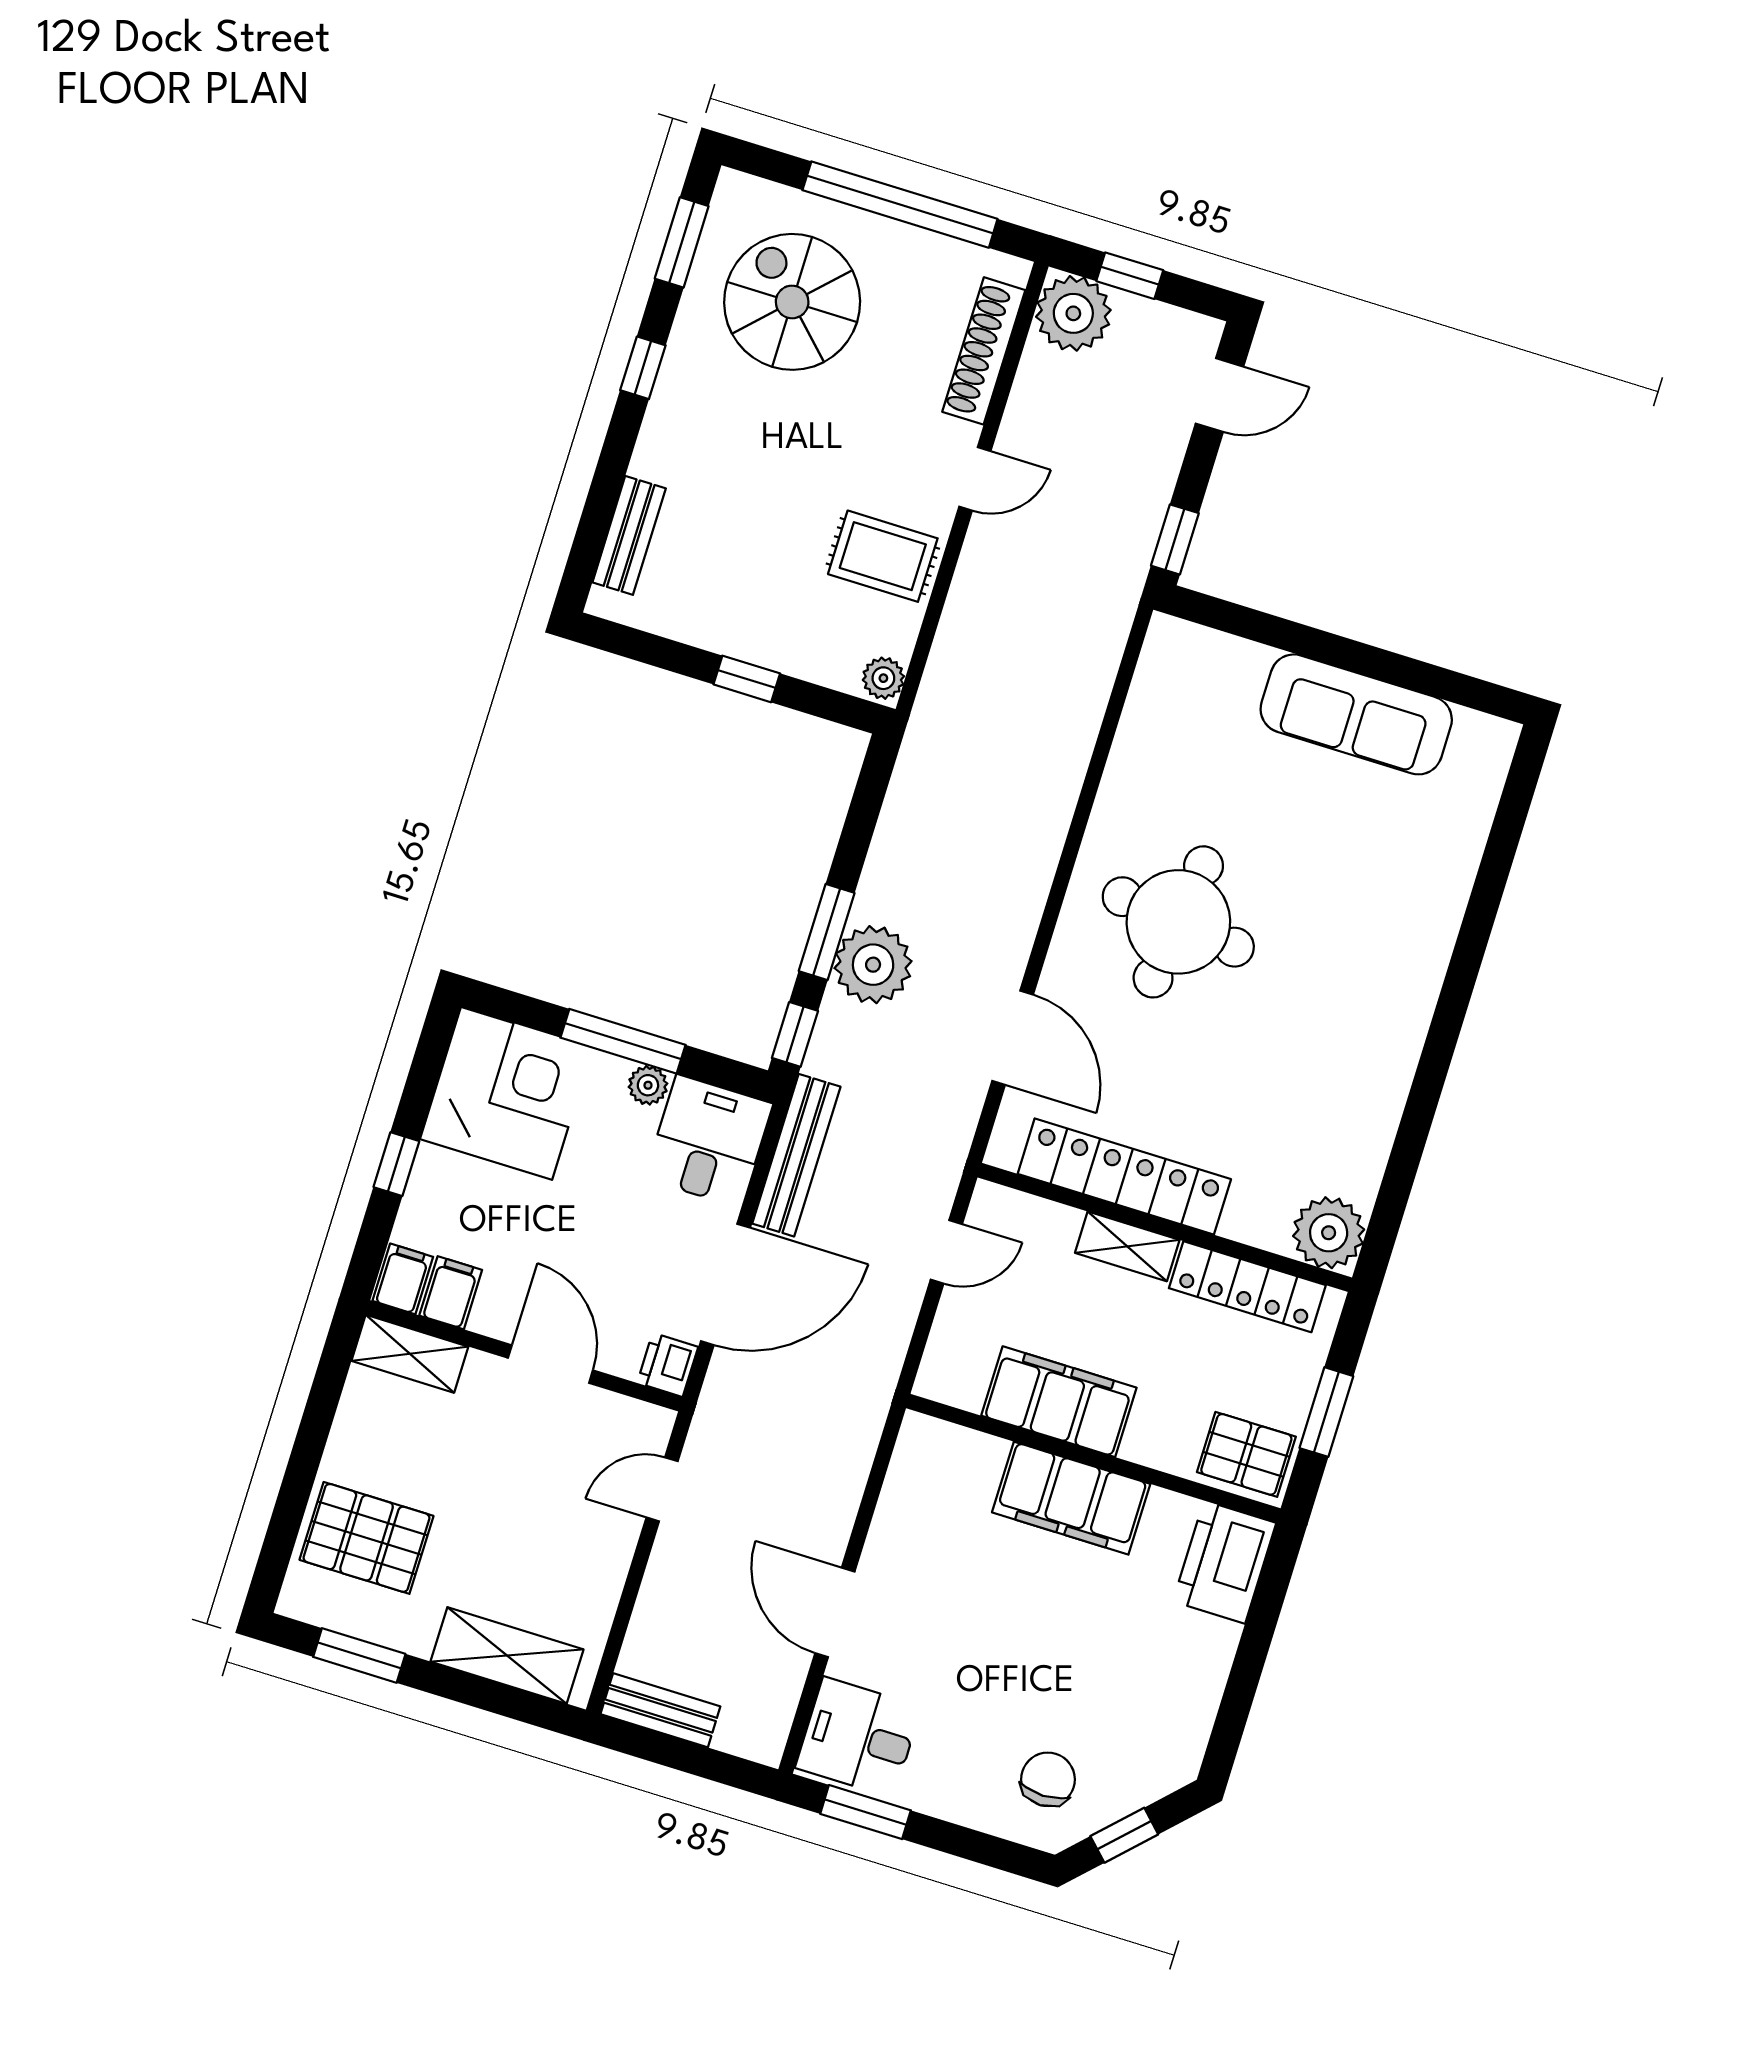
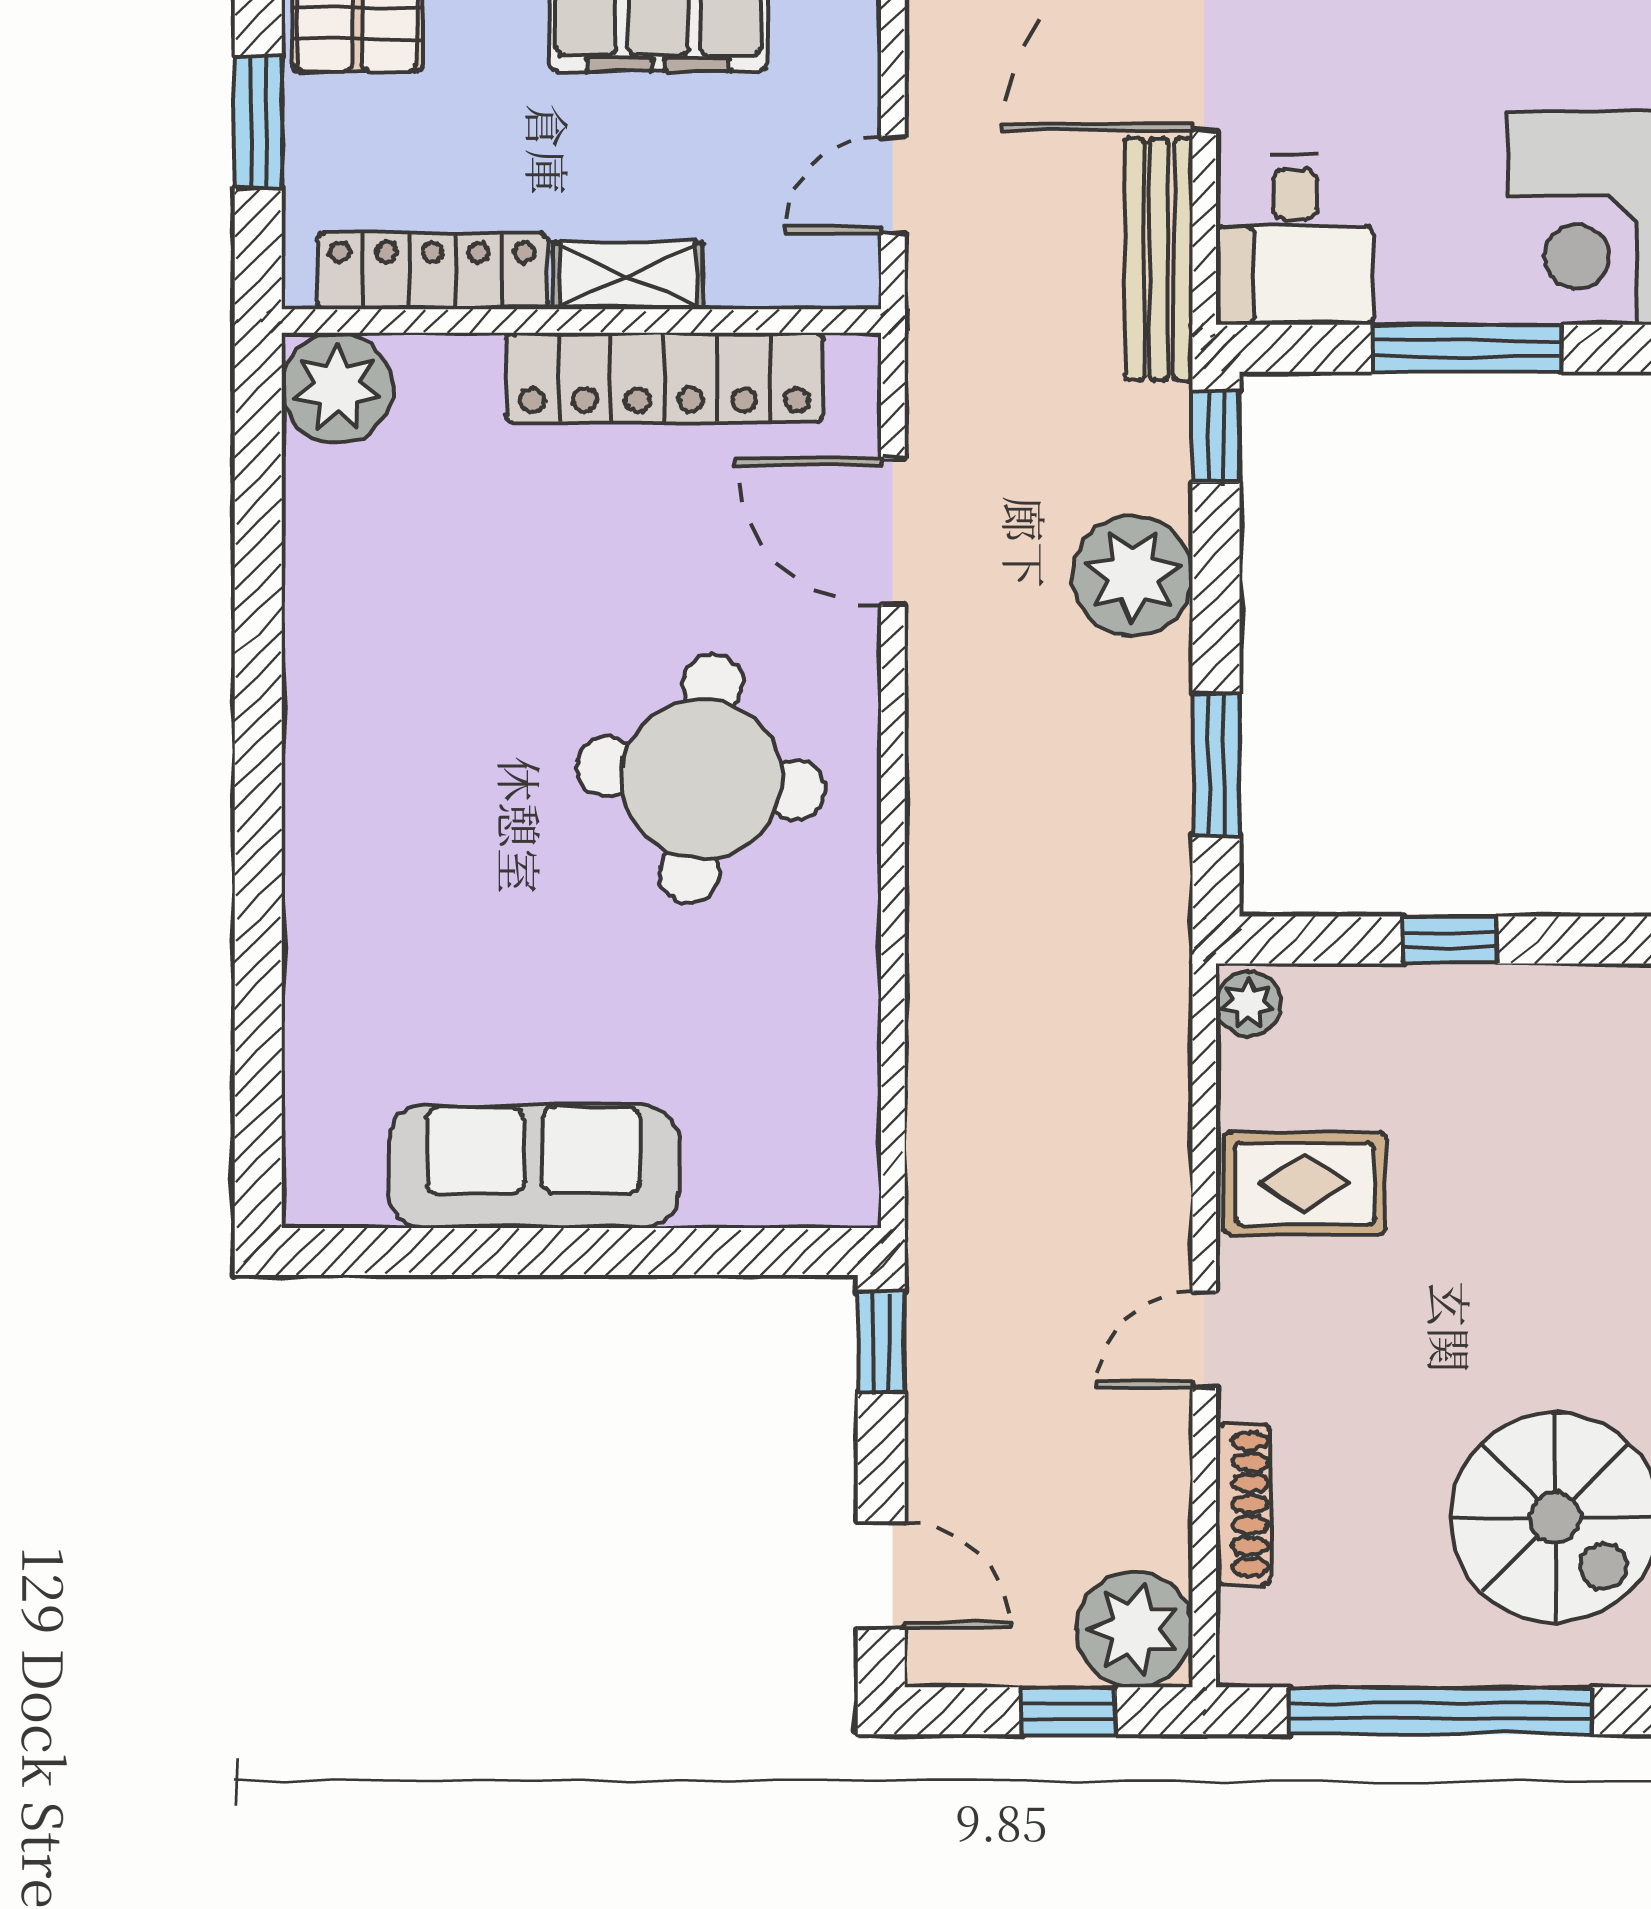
shoe rack: (984, 351) -> (1243, 1504), width x0.74, depth x0.81
door: (1220, 395) -> (881, 1576), swing flipped
window: (827, 932) -> (1216, 764), moved
plant: (648, 1085) -> (1410, 295), removed

